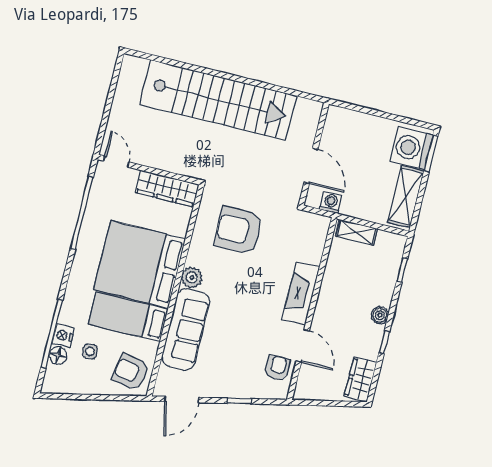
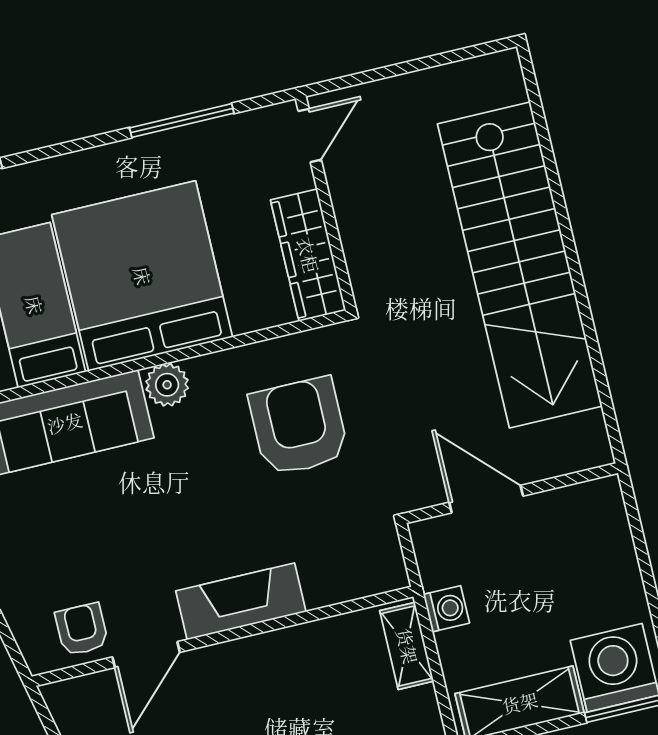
door: (311, 166) -> (486, 499), swing flipped
washing machine: (331, 203) -> (446, 609), moved
window: (82, 213) -> (182, 120), width x0.68
armchair: (278, 368) -> (82, 629), turned -90

